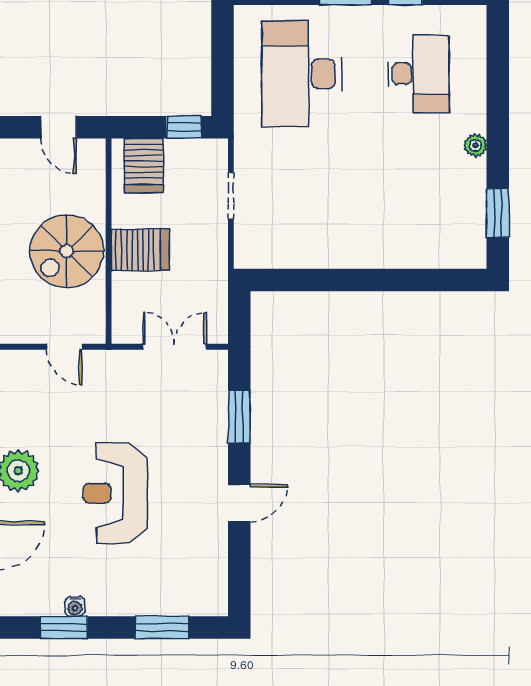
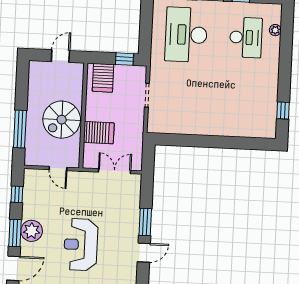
door: (59, 127) -> (60, 56), swing flipped
plant: (475, 145) -> (275, 30), moved
window: (498, 213) -> (283, 110), width x0.67
server rack: (140, 250) -> (99, 133), moved
window: (239, 417) -> (145, 222), moved

